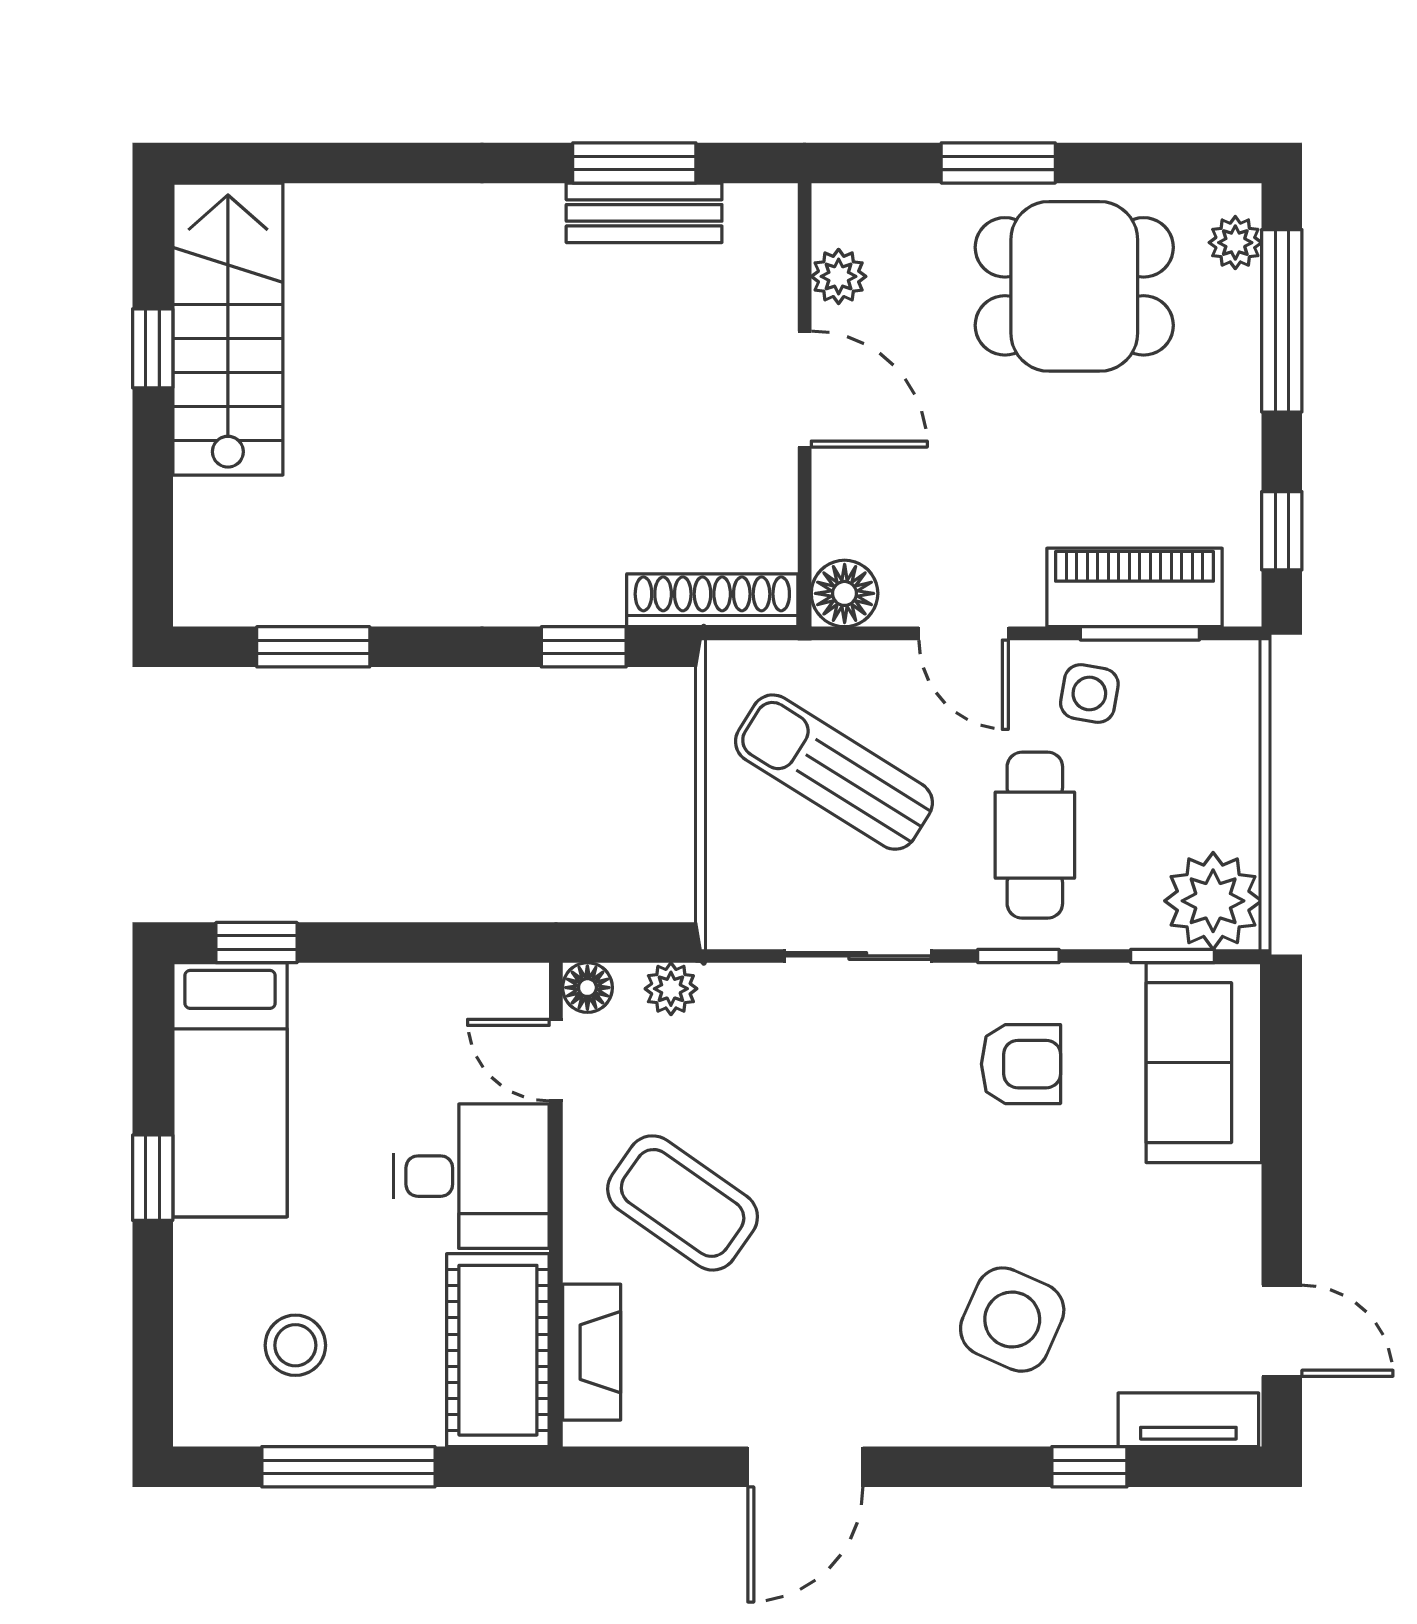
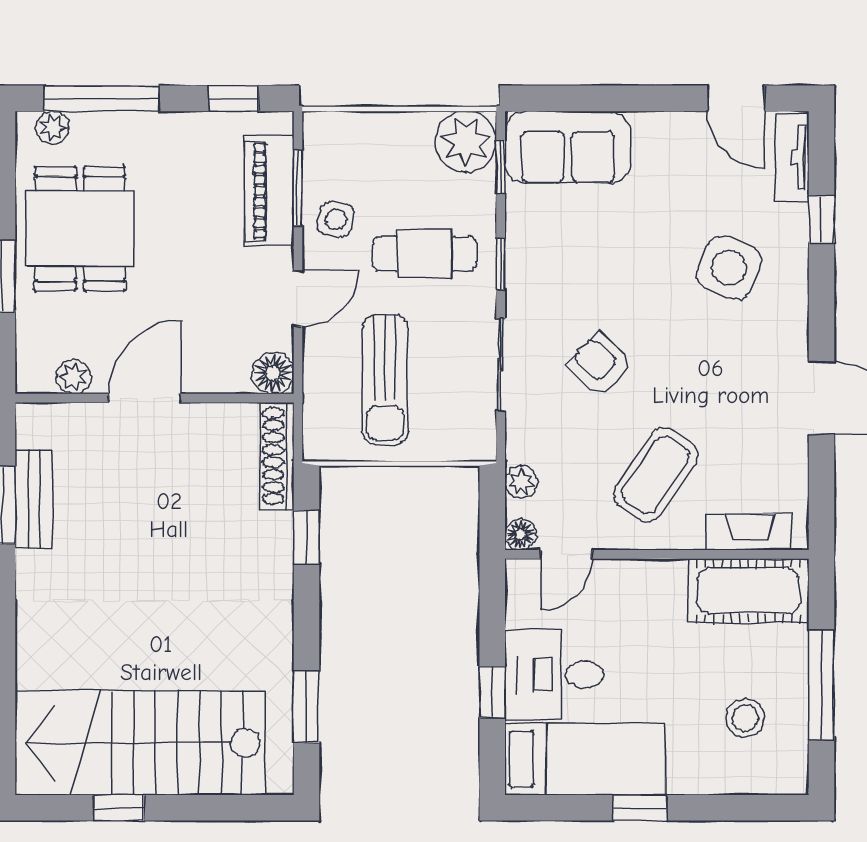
stairs: (228, 329) -> (140, 743), width x1.36, depth x1.51
sun lounger: (834, 772) -> (385, 380), turned -32
window: (257, 943) -> (492, 692), moved
armchair: (1021, 1064) -> (601, 364), moved, turned -46
desk: (471, 1176) -> (554, 674), moved, turned -90
door: (1282, 1331) -> (736, 98), swing flipped

